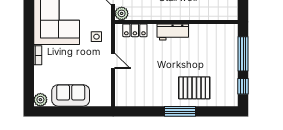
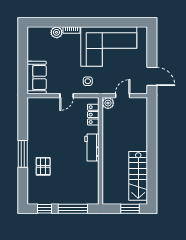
pallet: (194, 88) -> (43, 166), width x0.67, depth x0.71
sofa: (71, 95) -> (37, 77), moved
plant: (40, 100) -> (57, 32), moved

